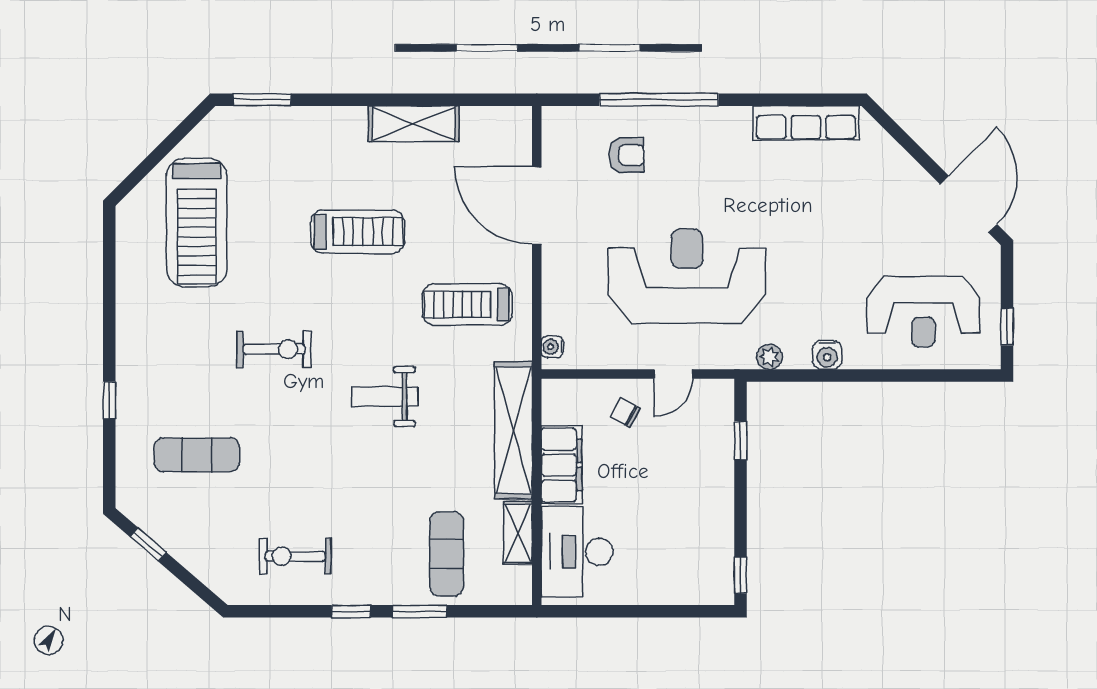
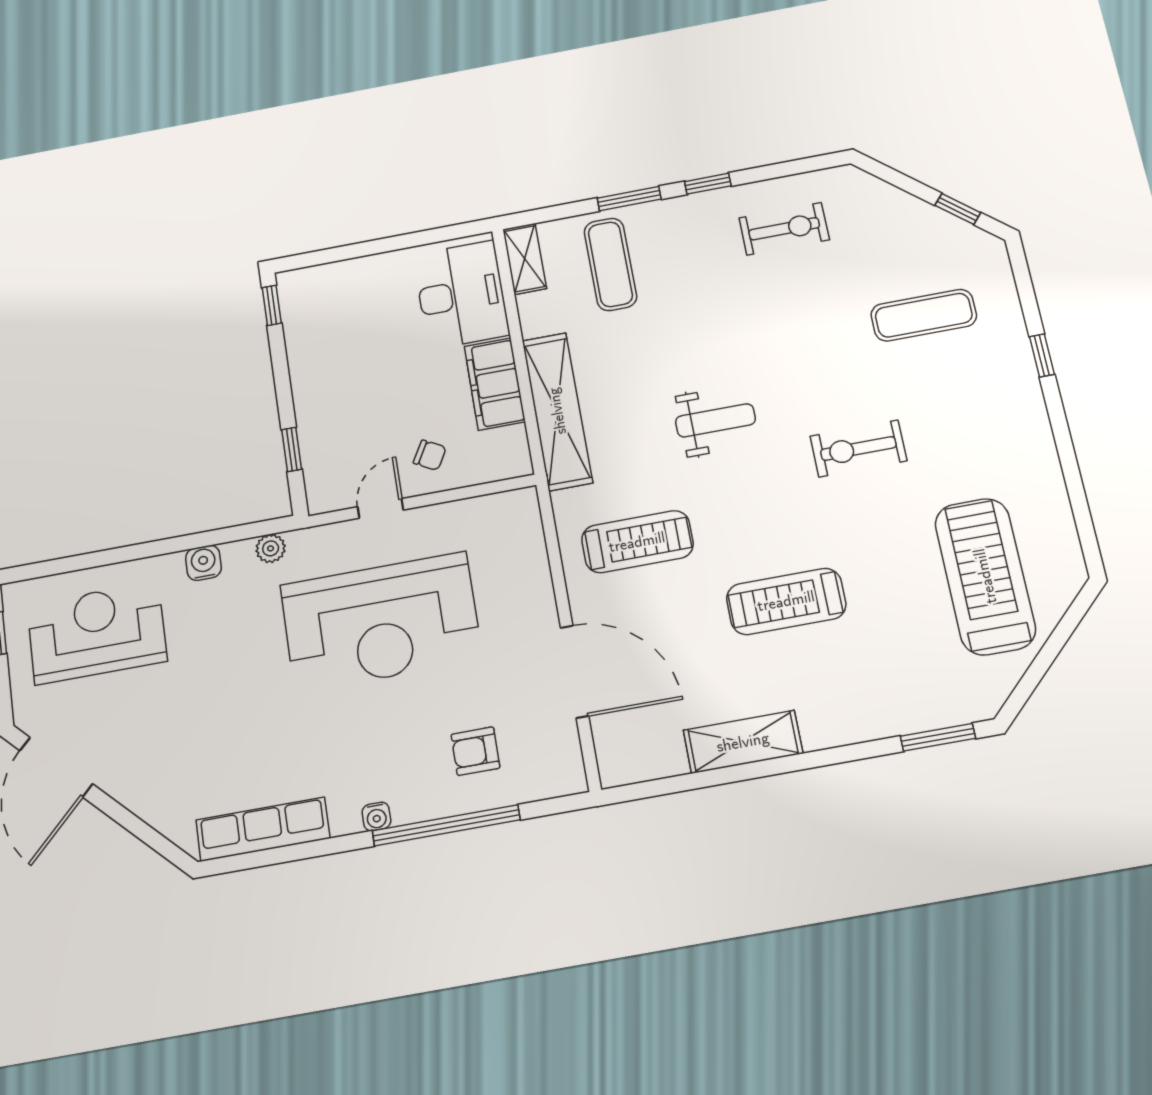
water cooler: (552, 347) -> (376, 816), moved, turned 90
shelving: (518, 533) -> (525, 259), moved

